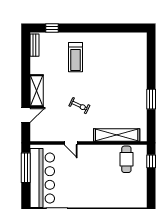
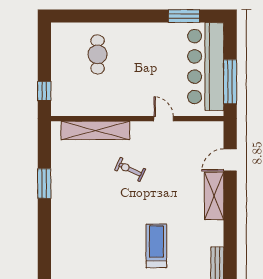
exercise bike: (79, 106) -> (130, 170), moved
cafe table: (126, 159) -> (98, 54), moved

